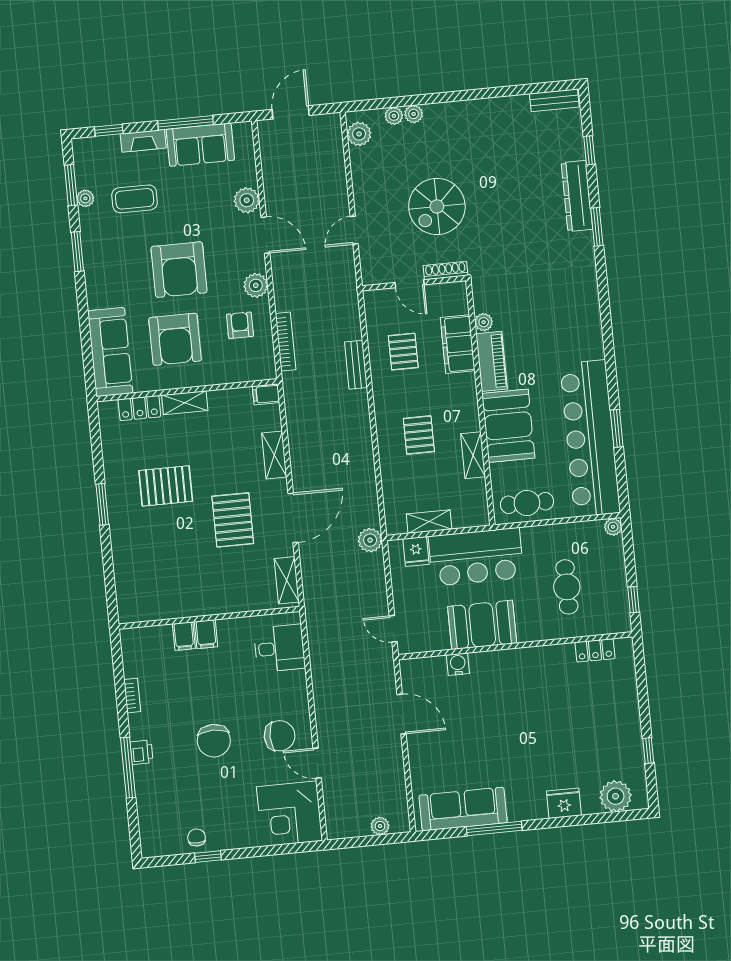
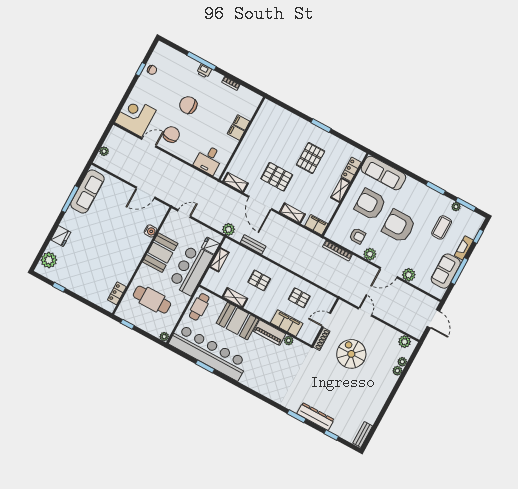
bench: (356, 365) -> (253, 244), moved
filing cabinet: (266, 394) -> (316, 225), width x2.00
cafe table: (567, 587) -> (152, 300), width x1.37, depth x1.35
chair: (280, 736) -> (171, 134), turned 180

